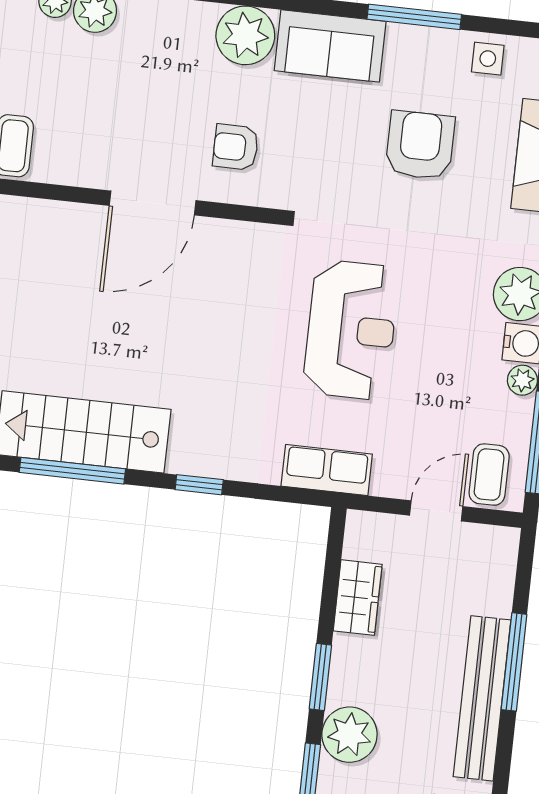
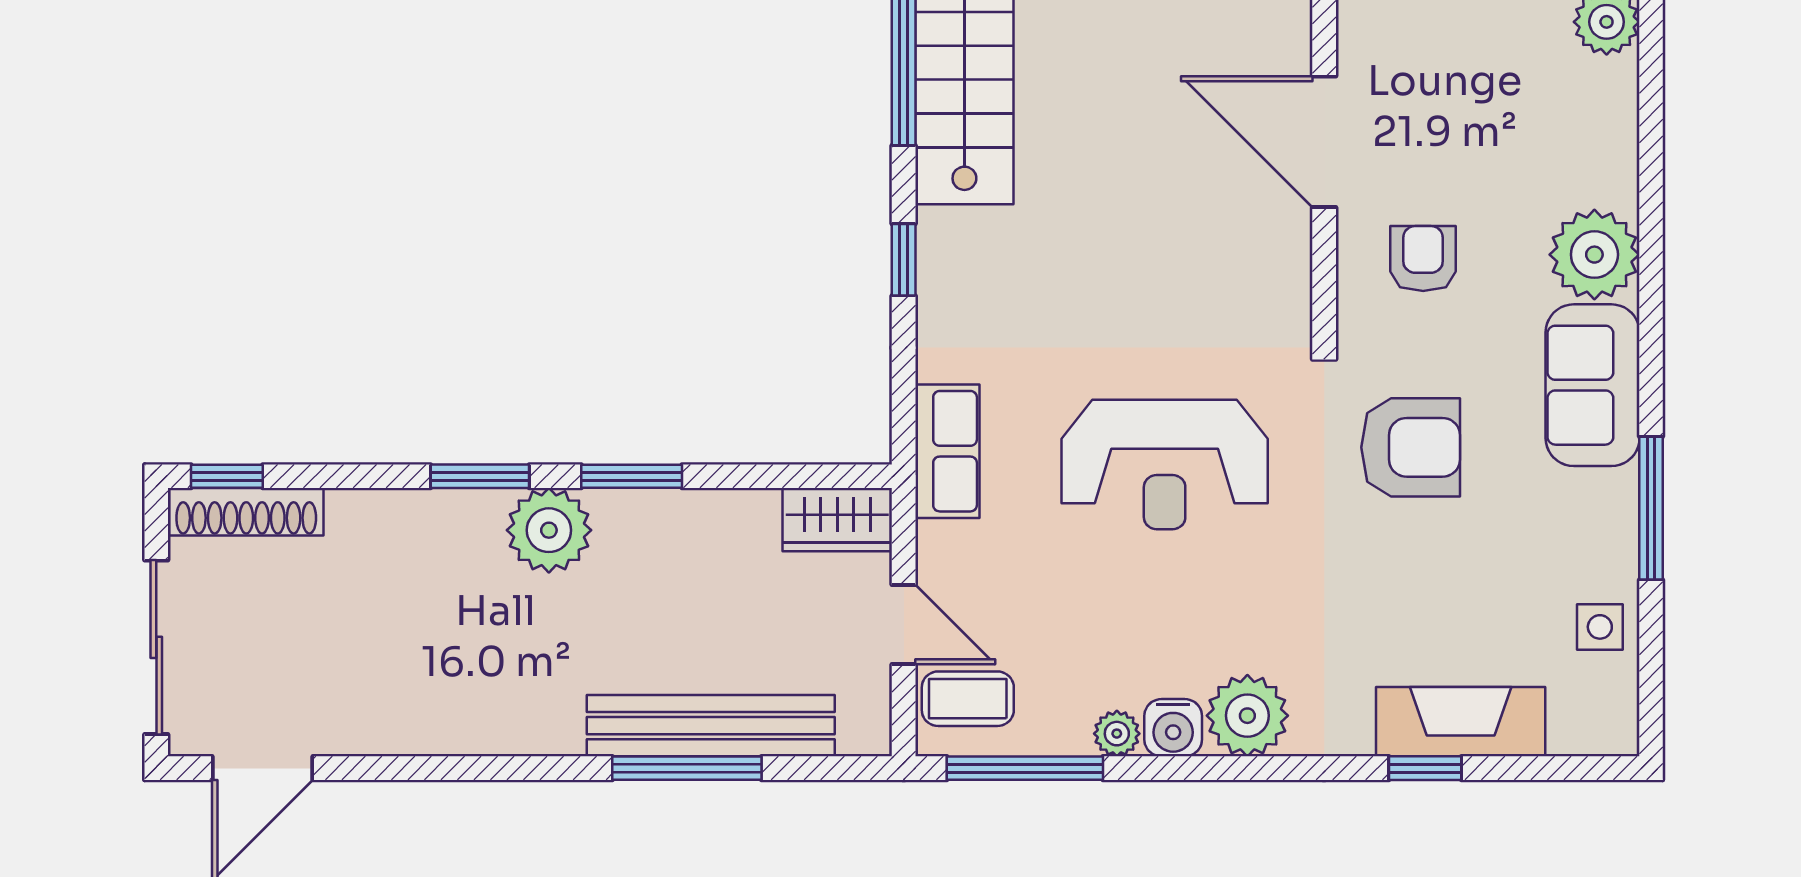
armchair: (420, 145) -> (1411, 447), moved
wardrobe: (358, 598) -> (837, 520), moved
bench: (482, 698) -> (711, 726), moved

